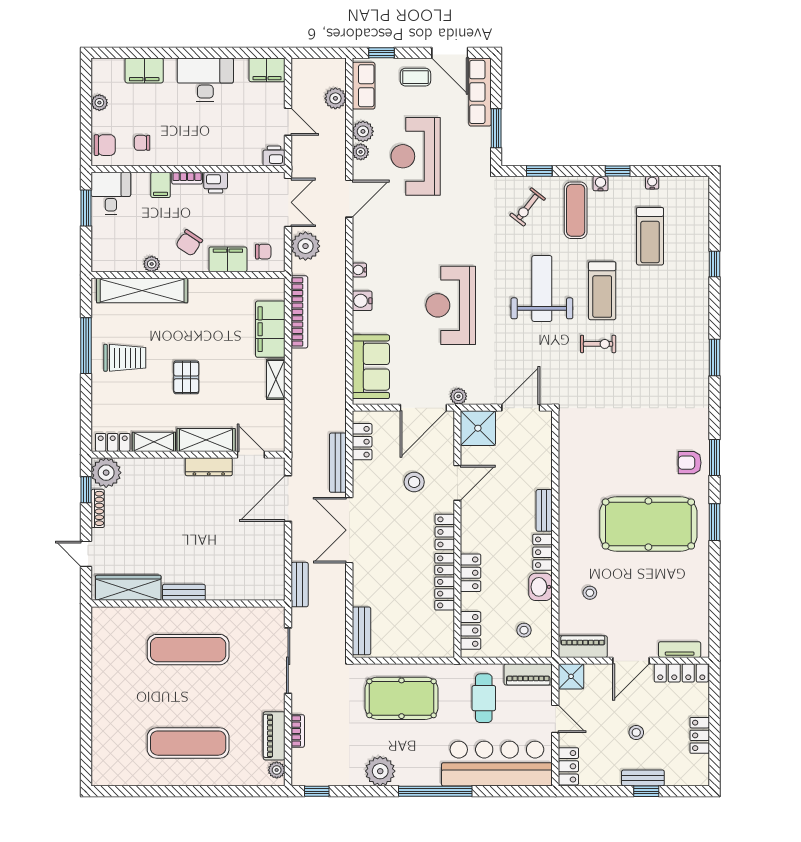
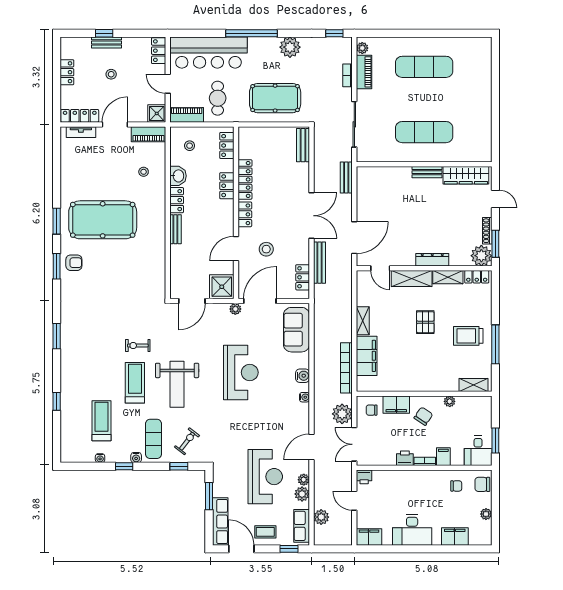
shelving: (142, 291) -> (474, 385), width x0.45, depth x0.75
dresser: (209, 467) -> (432, 260), moved
window: (86, 490) -> (495, 244), width x1.50

